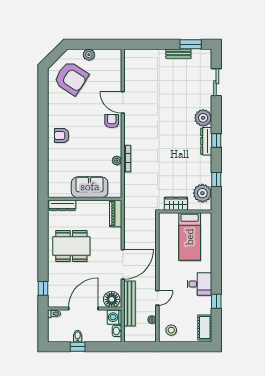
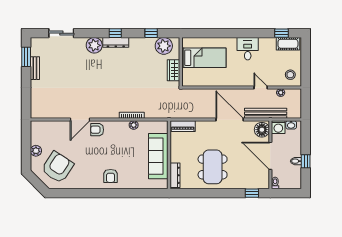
sofa: (90, 187) -> (158, 156), width x1.36
window: (216, 301) -> (282, 33), moved

